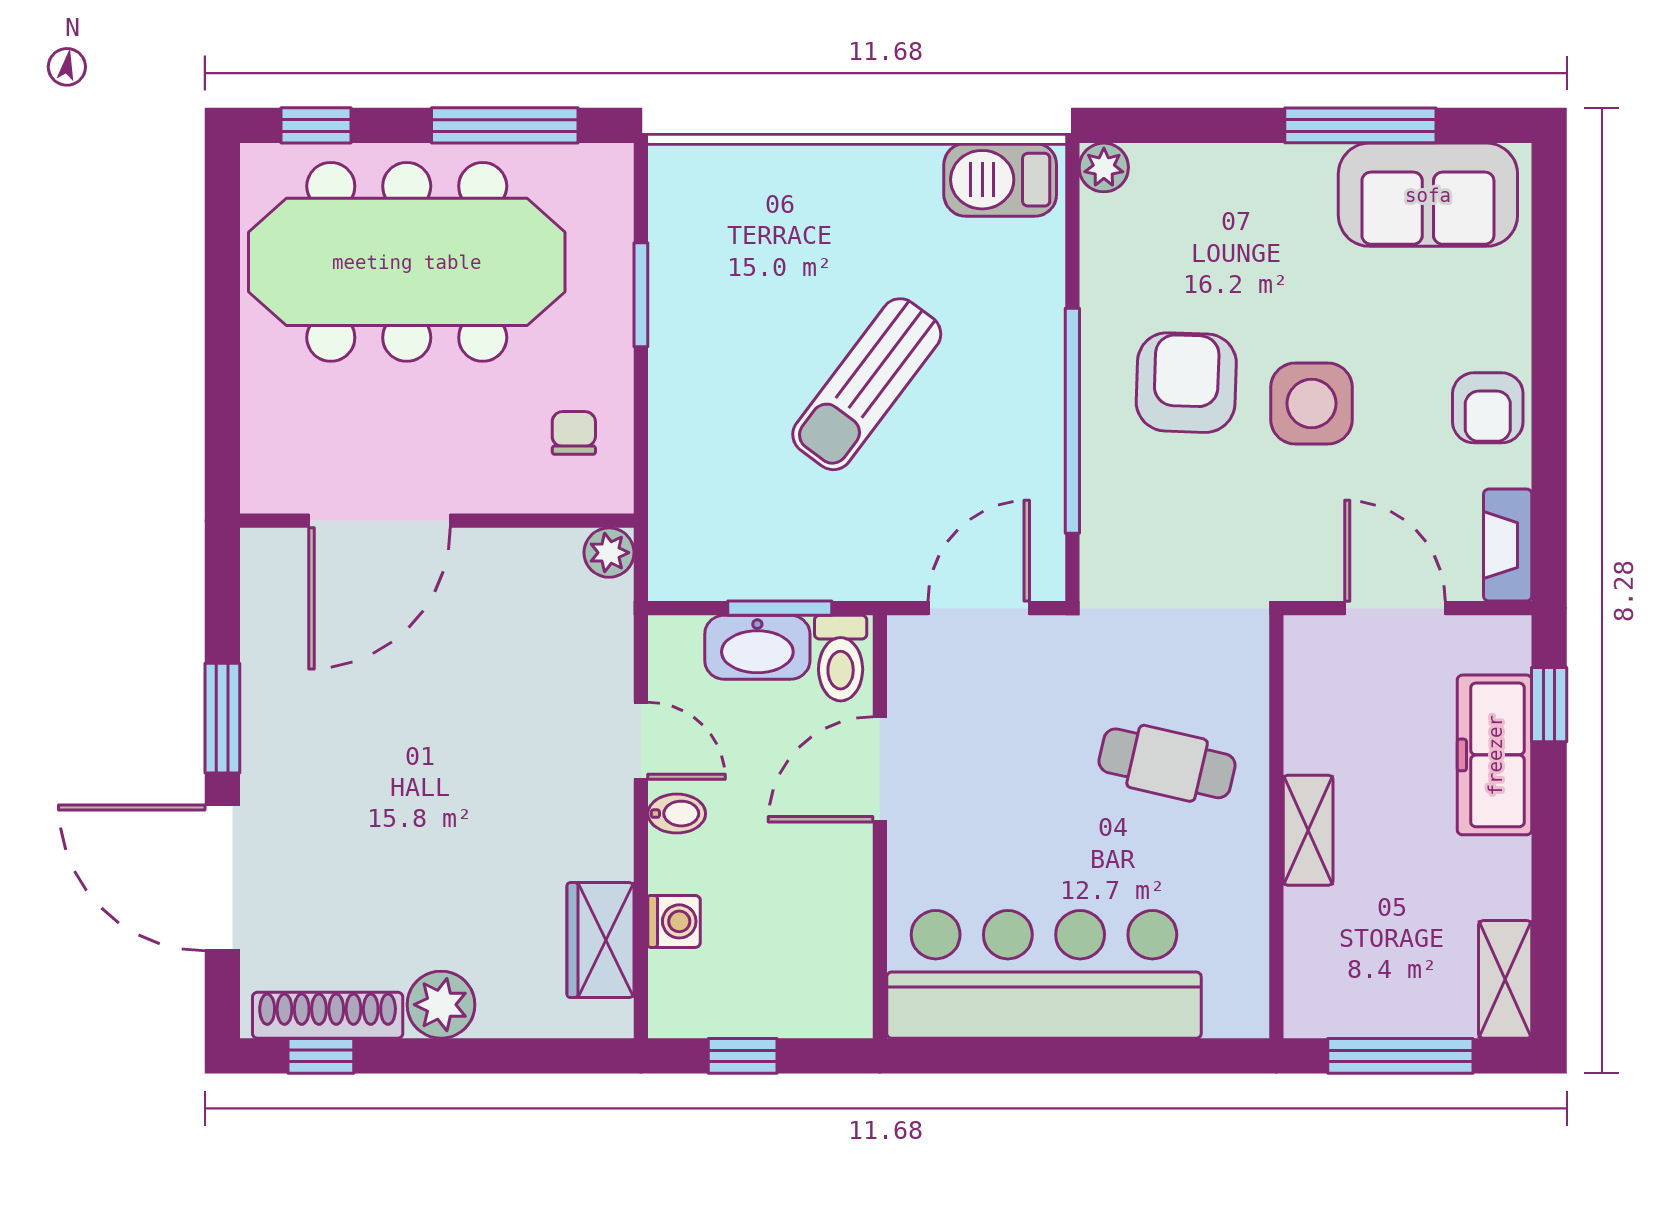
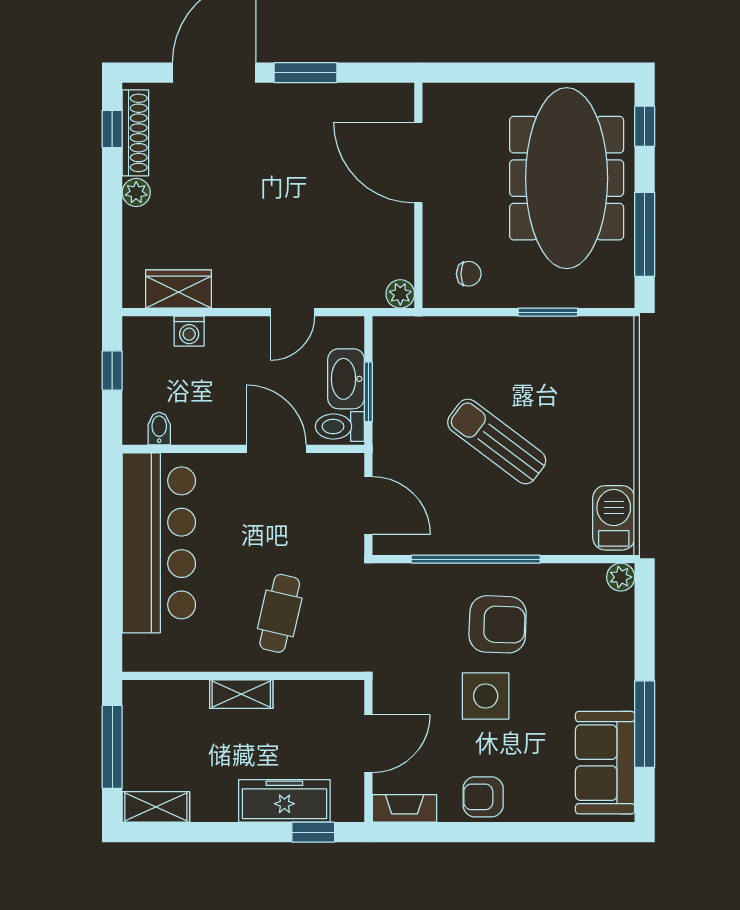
bidet: (677, 814) -> (159, 428), moved, turned 180
plant: (441, 1005) -> (136, 193), width x0.73, depth x0.73

